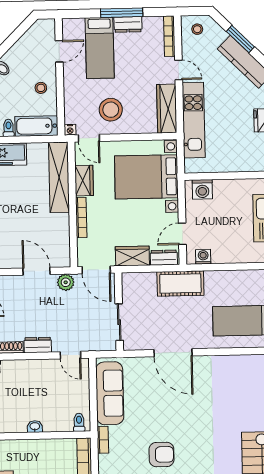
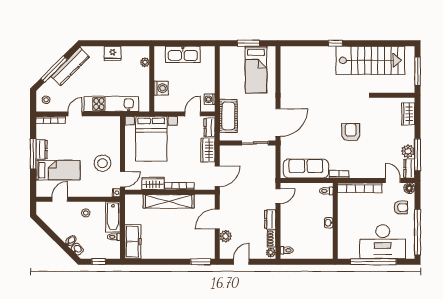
window: (240, 39) -> (54, 69), width x1.44
door: (59, 51) -> (60, 199), hinge flipped
wardrobe: (167, 109) -> (103, 123), removed
plant: (253, 165) -> (145, 62), added
shelving: (59, 177) -> (169, 201), moved
washing machine: (202, 189) -> (161, 88), moved
door: (182, 234) -> (193, 114), swing flipped
plant: (66, 282) -> (226, 236), moved
wall: (119, 312) -> (248, 143), moved
sliding door: (119, 322) -> (255, 143), moved

